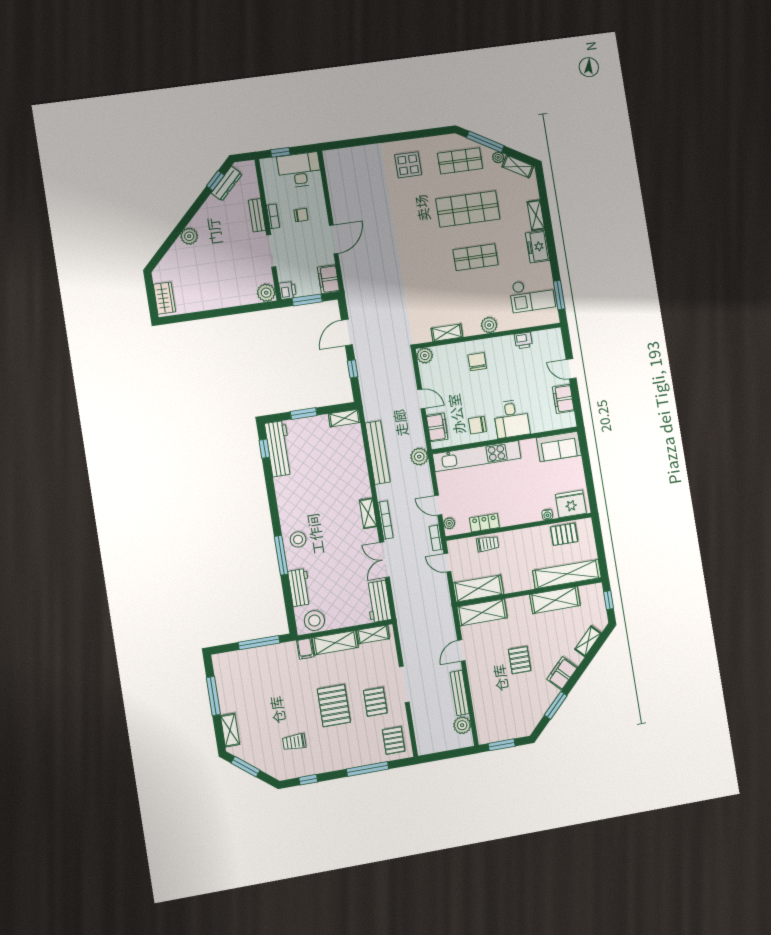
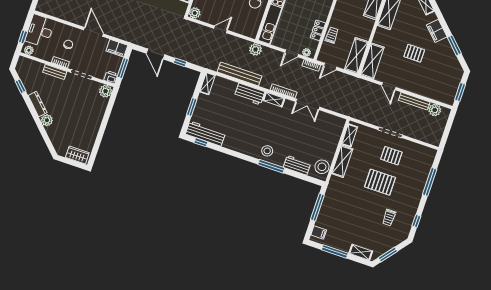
plant: (267, 168) -> (29, 50), added
dresser: (227, 184) -> (38, 104), moved
filing cabinet: (437, 427) -> (243, 29), removed
workbench: (378, 601) -> (250, 94), moved
filing cabinet: (305, 649) -> (319, 232), moved
pallet: (394, 740) -> (421, 157), removed

